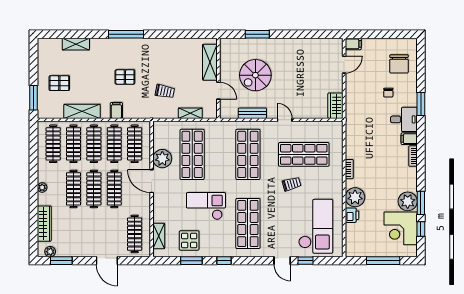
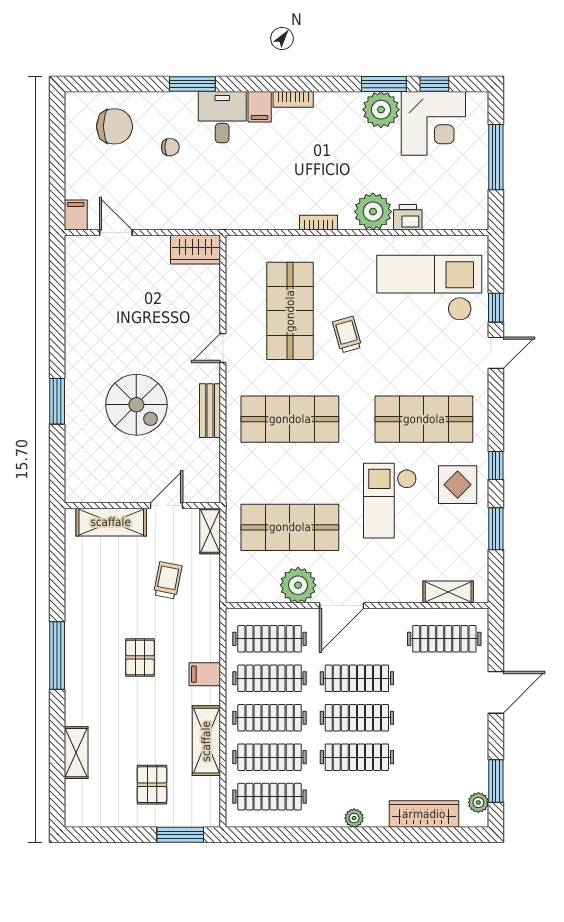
shelving: (210, 62) -> (111, 522), moved
wall: (218, 78) -> (142, 506), moved
door: (218, 91) -> (166, 506), moved
display table: (189, 240) -> (458, 485), moved

